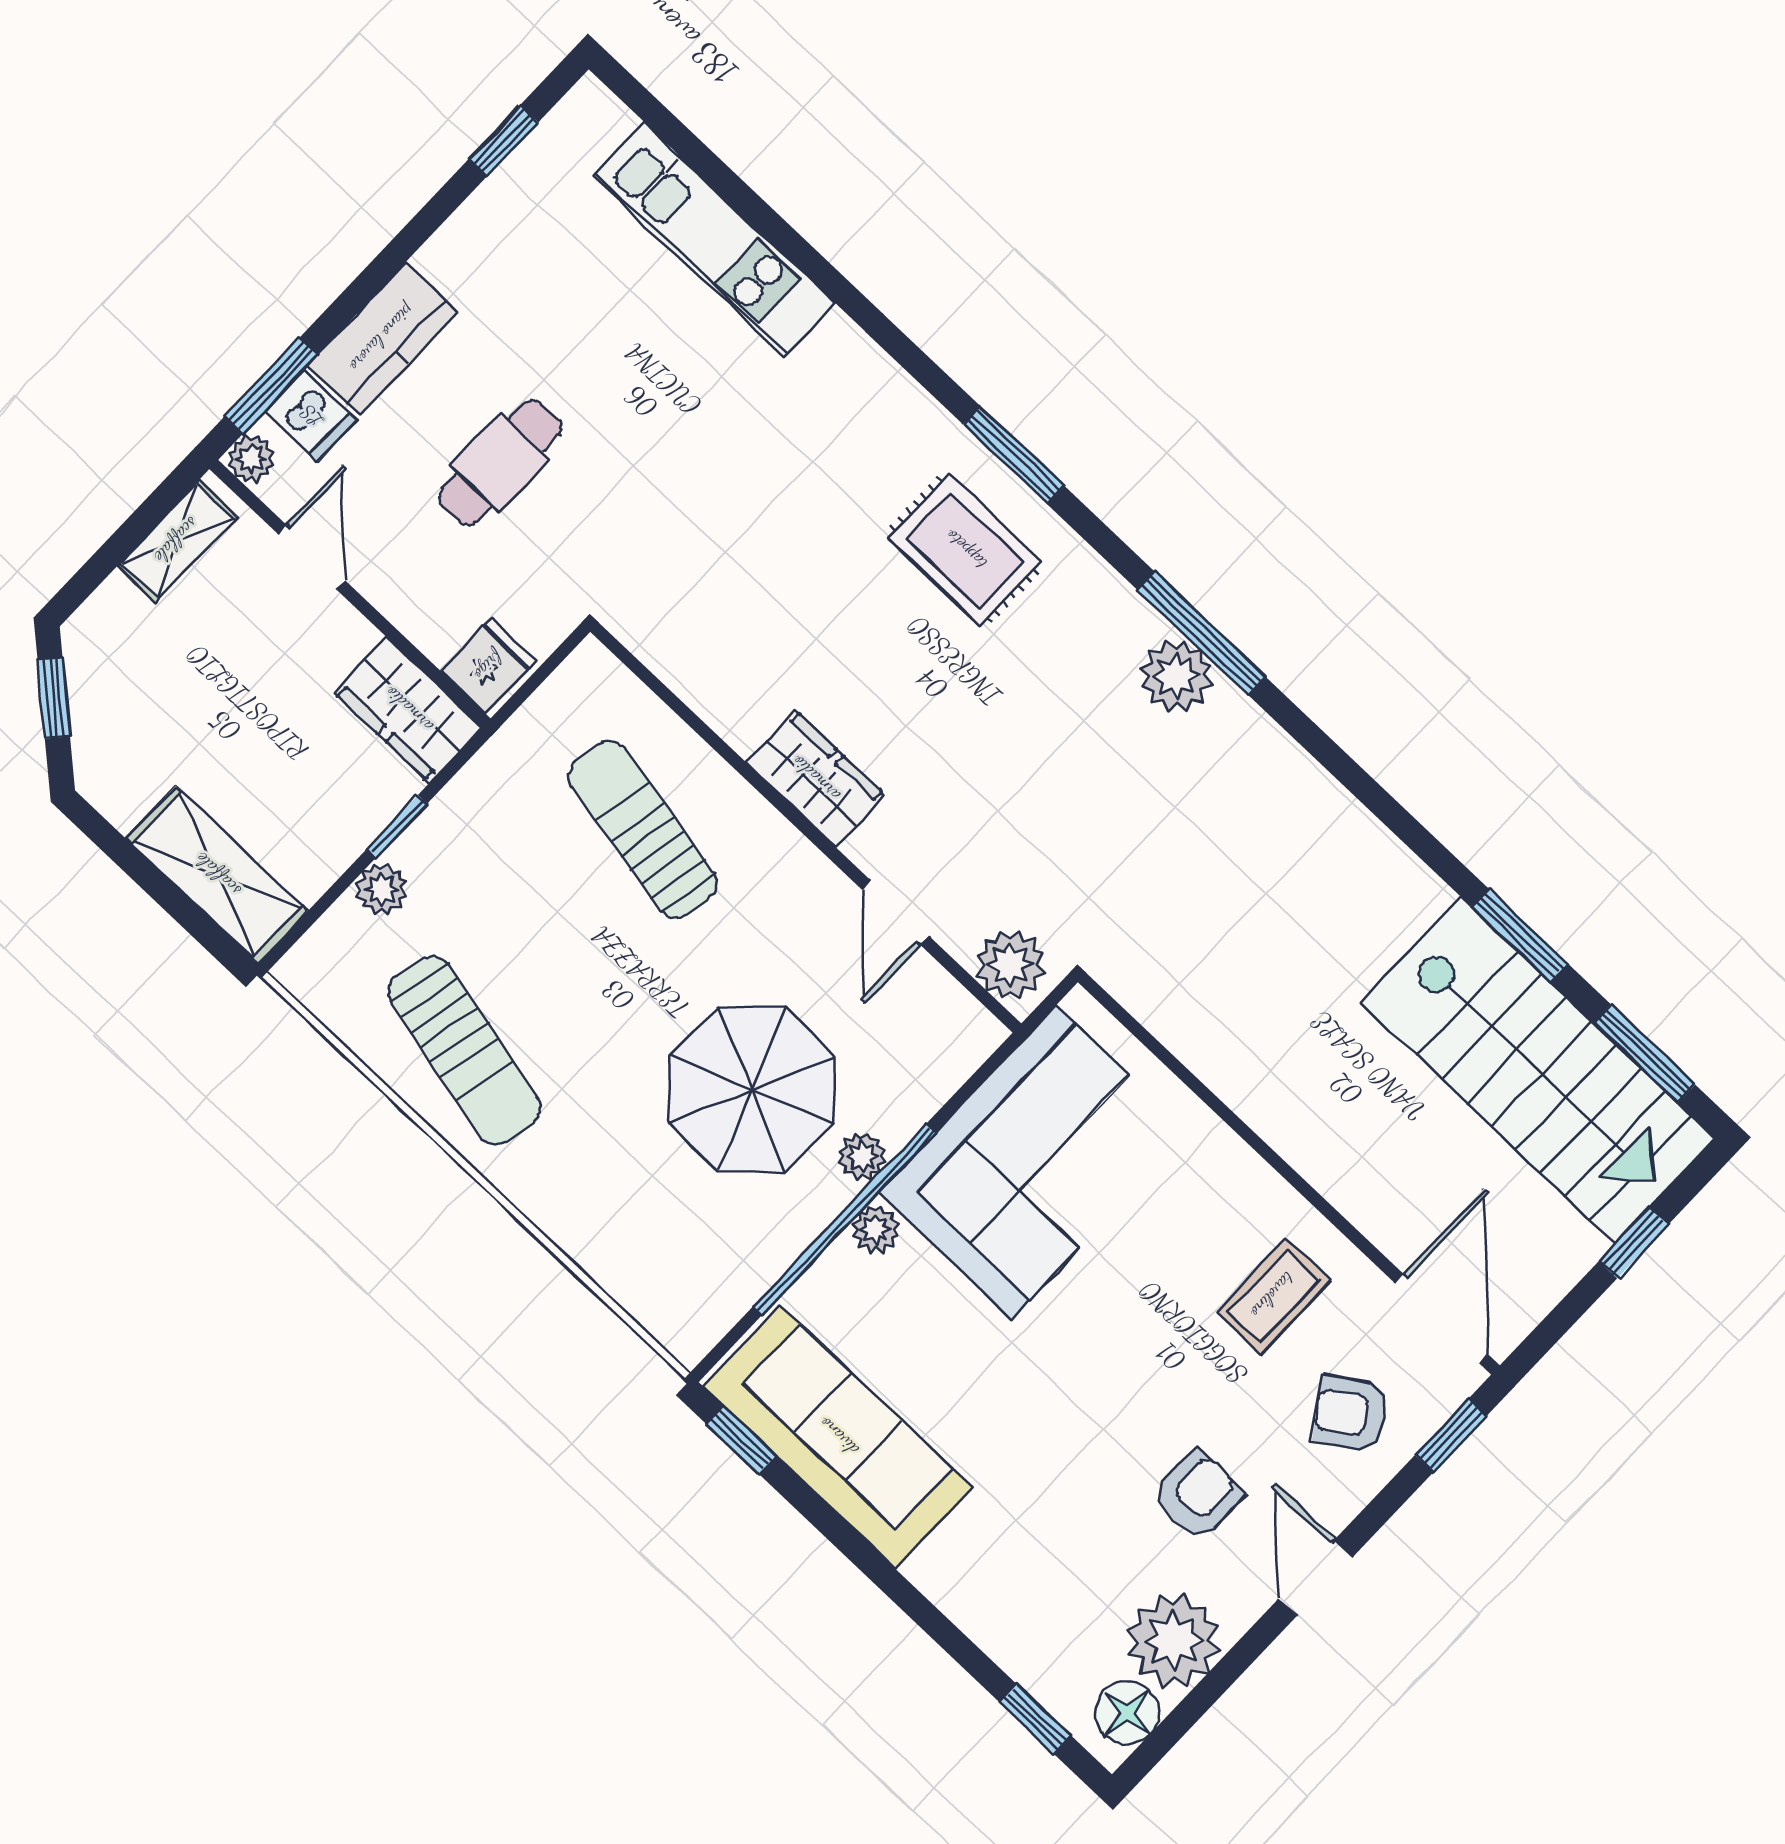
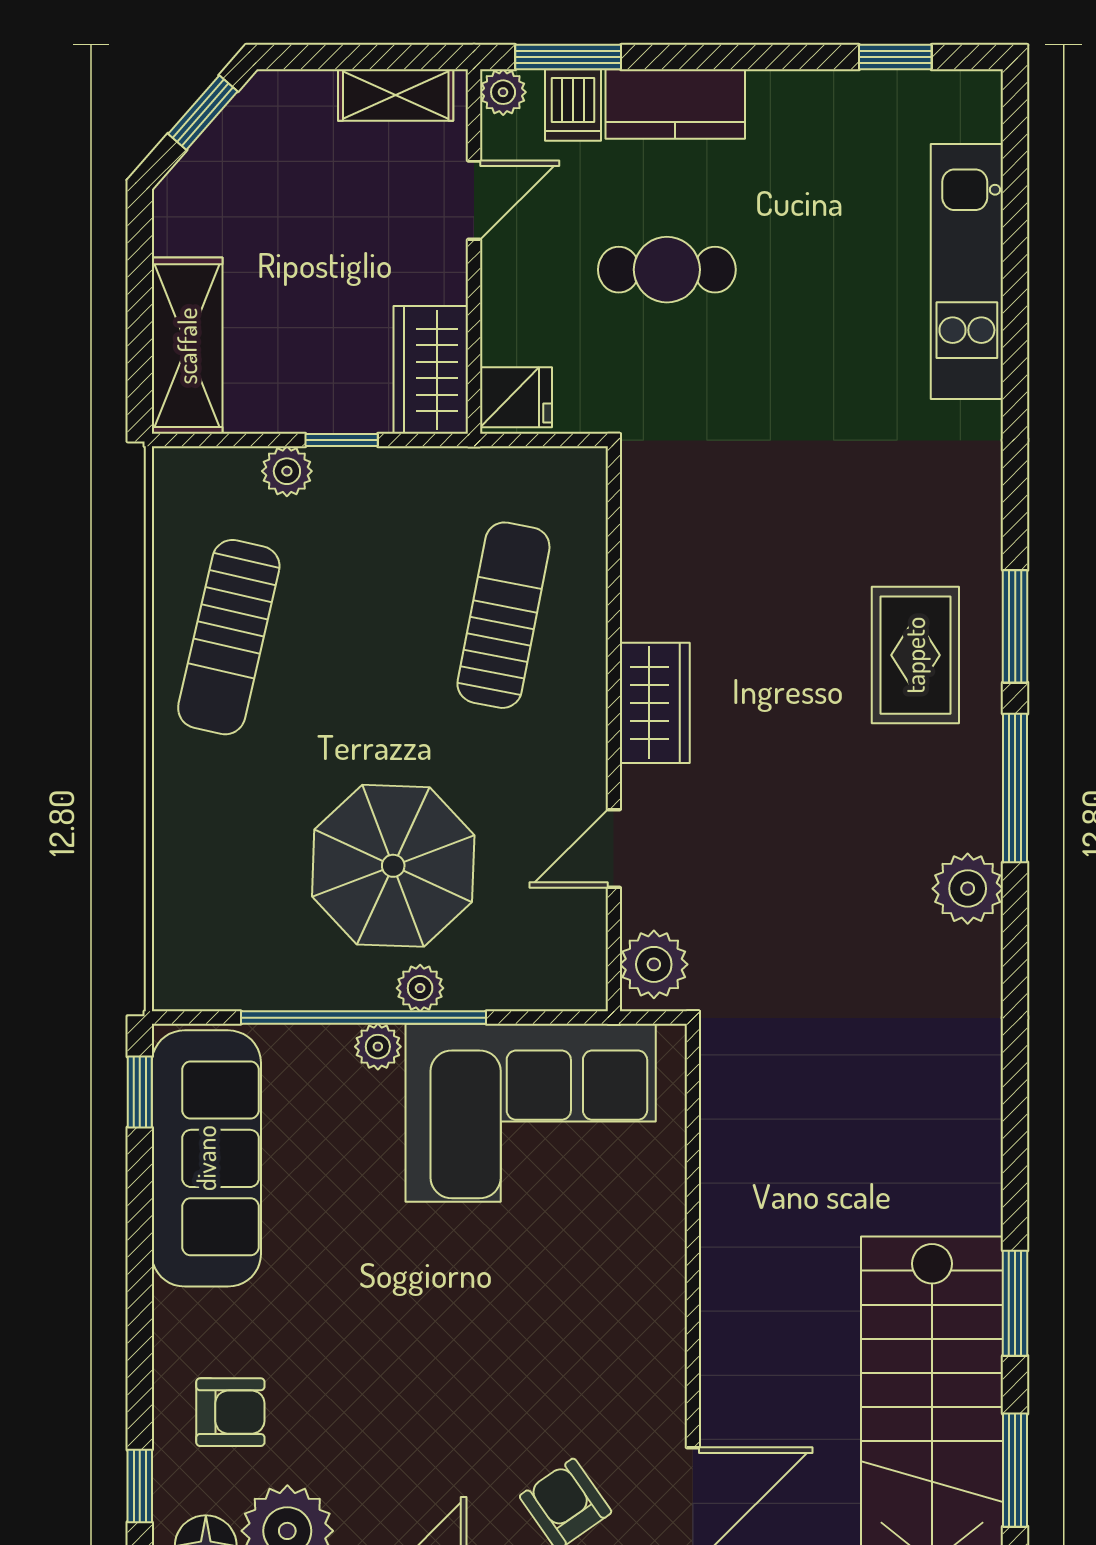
window: (1202, 633) -> (1015, 788), moved
coffee table: (1273, 1296) -> (597, 1371), removed
armchair: (1198, 1495) -> (230, 1412), moved

